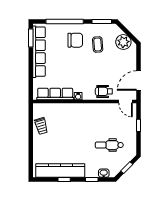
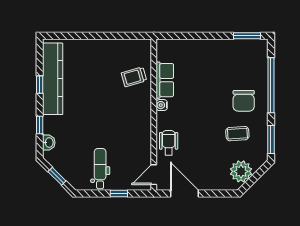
row of seats: (39, 52) -> (227, 48), removed
row of seats: (55, 94) -> (165, 80), width x0.68
trolley: (41, 126) -> (134, 77), moved
dental chair: (109, 145) -> (100, 169), moved

